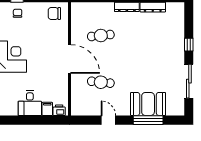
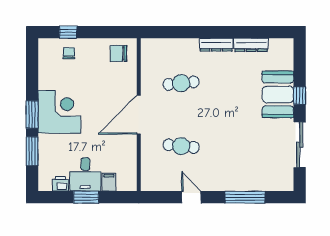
door: (69, 59) -> (139, 115), swing flipped
booth: (148, 104) -> (278, 94), moved, turned 90
printer: (59, 110) -> (61, 184), moved
window: (30, 120) -> (86, 197), added

